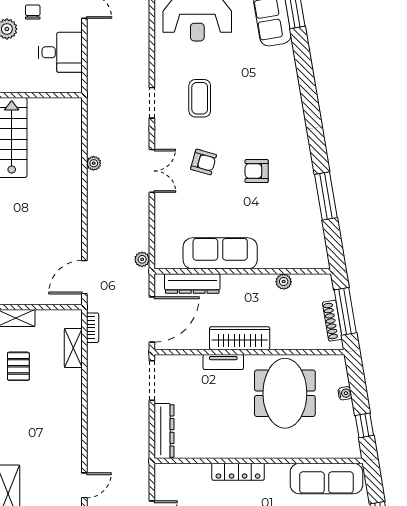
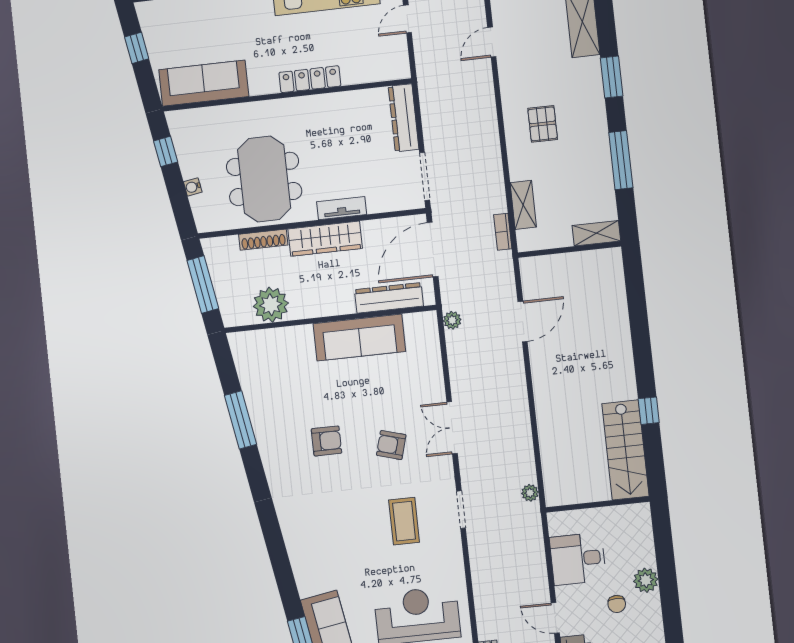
plant: (94, 163) -> (530, 493), moved
door: (84, 277) -> (523, 321), moved
plant: (284, 282) -> (271, 305), width x1.87, depth x1.87
shoe rack: (332, 321) -> (263, 240), moved, turned 100
pallet: (18, 366) -> (543, 124), moved

